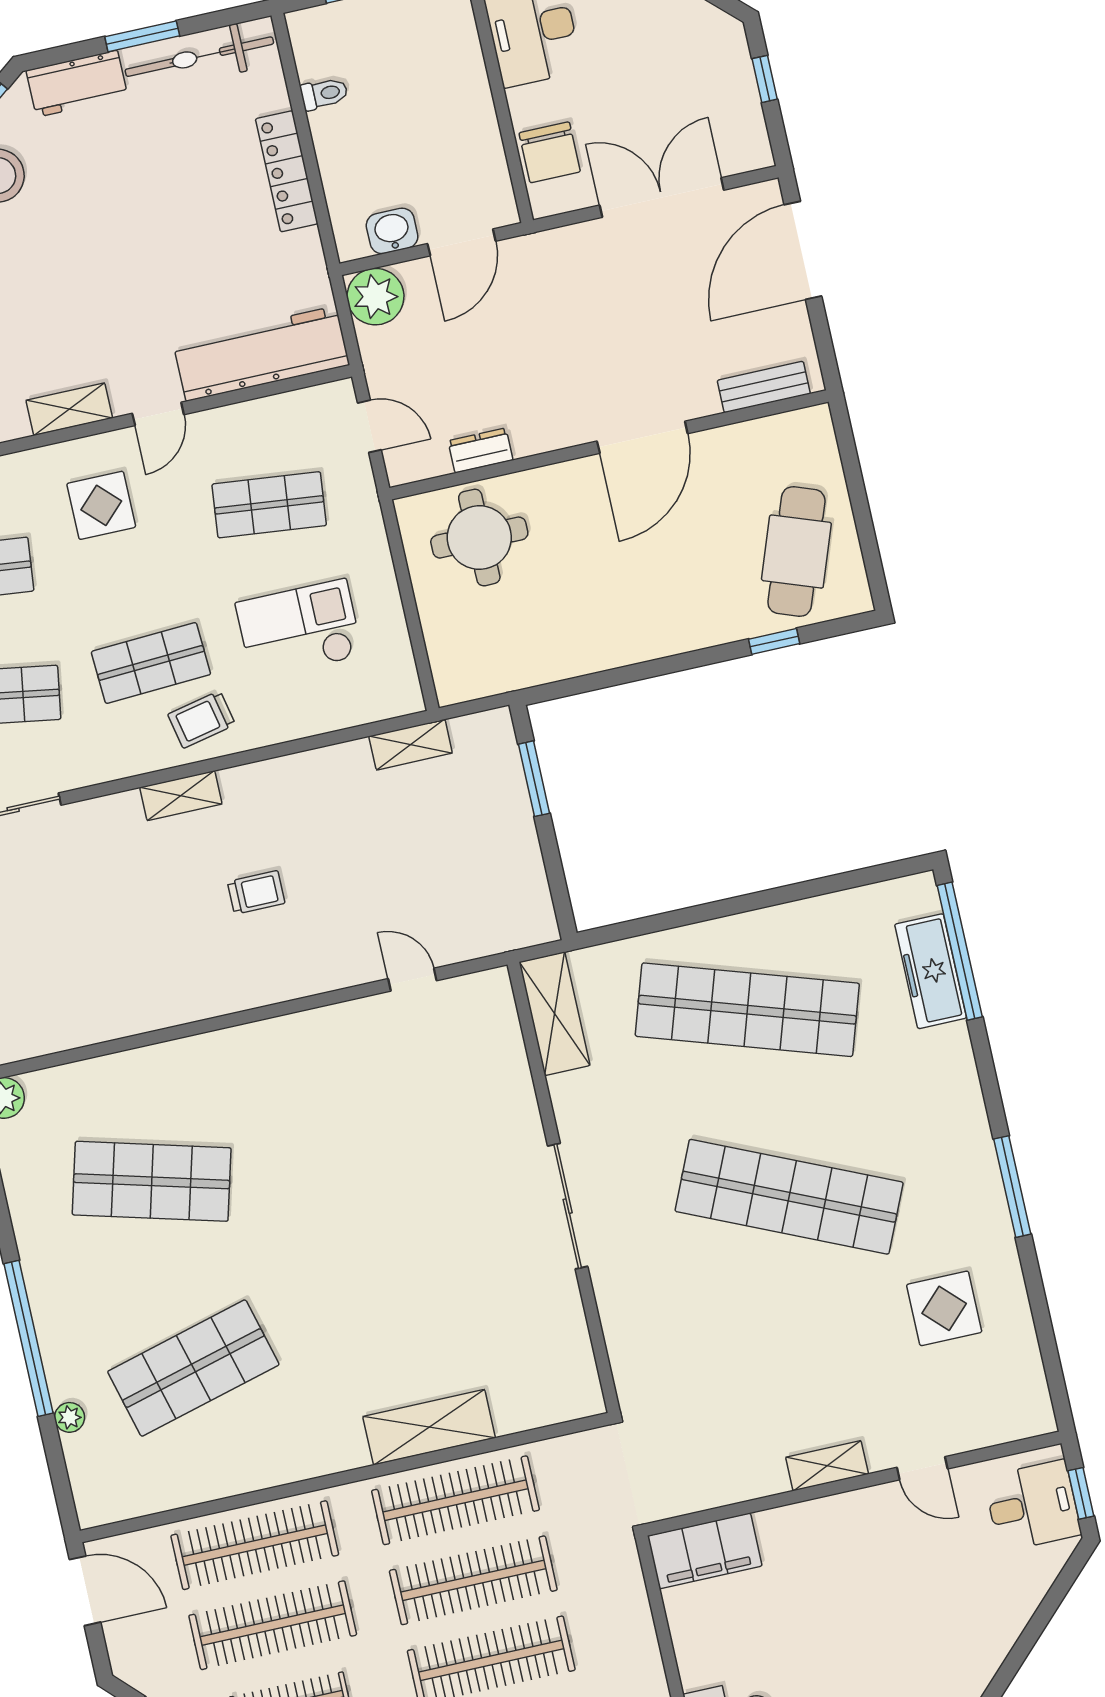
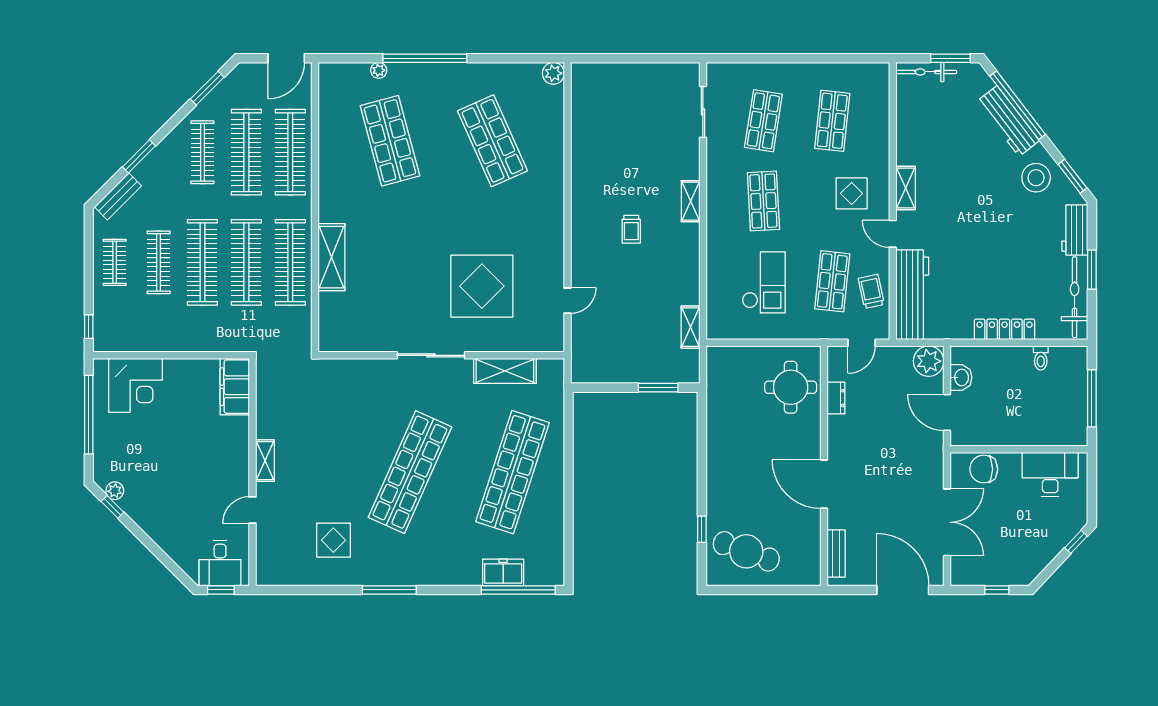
trolley: (202, 719) -> (871, 291), moved
freezer: (931, 971) -> (503, 572), width x0.71
shelving: (555, 1014) -> (505, 371), moved
display table: (421, 1141) -> (482, 286), added
shop shelf: (152, 1181) -> (492, 141), turned -39

